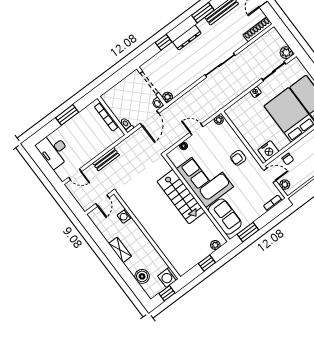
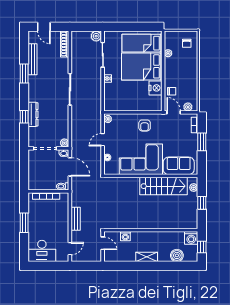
dresser: (187, 37) -> (33, 114), moved
nightstand: (268, 151) -> (156, 88), moved
door: (270, 175) -> (174, 112), hinge flipped
stairs: (181, 197) -> (163, 186), moved
window: (248, 232) -> (202, 142), moved

